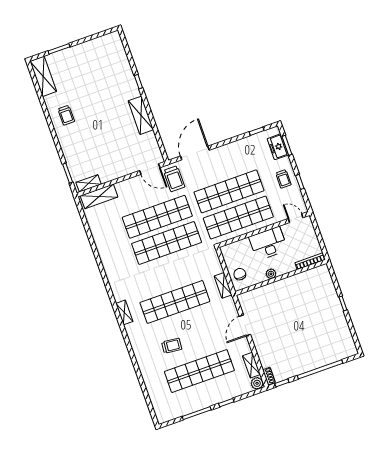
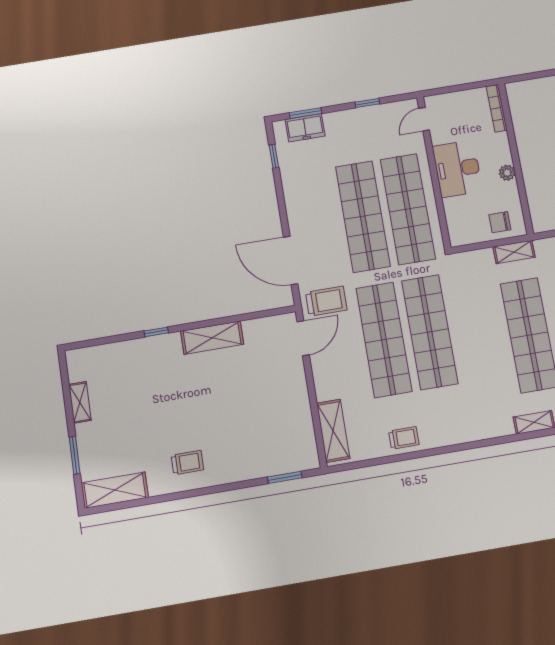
trolley: (283, 179) -> (404, 438), moved
shelving: (89, 183) -> (80, 402), moved

